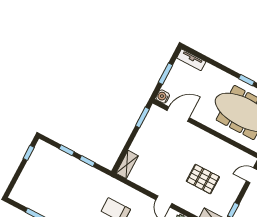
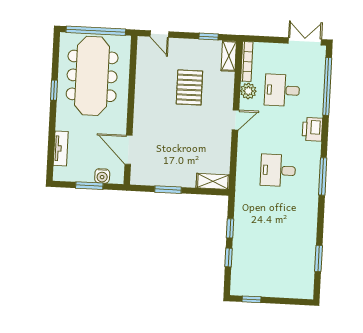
tv unit: (191, 60) -> (61, 148), moved
water cooler: (163, 97) -> (102, 176), moved
window: (142, 117) -> (168, 190), moved

